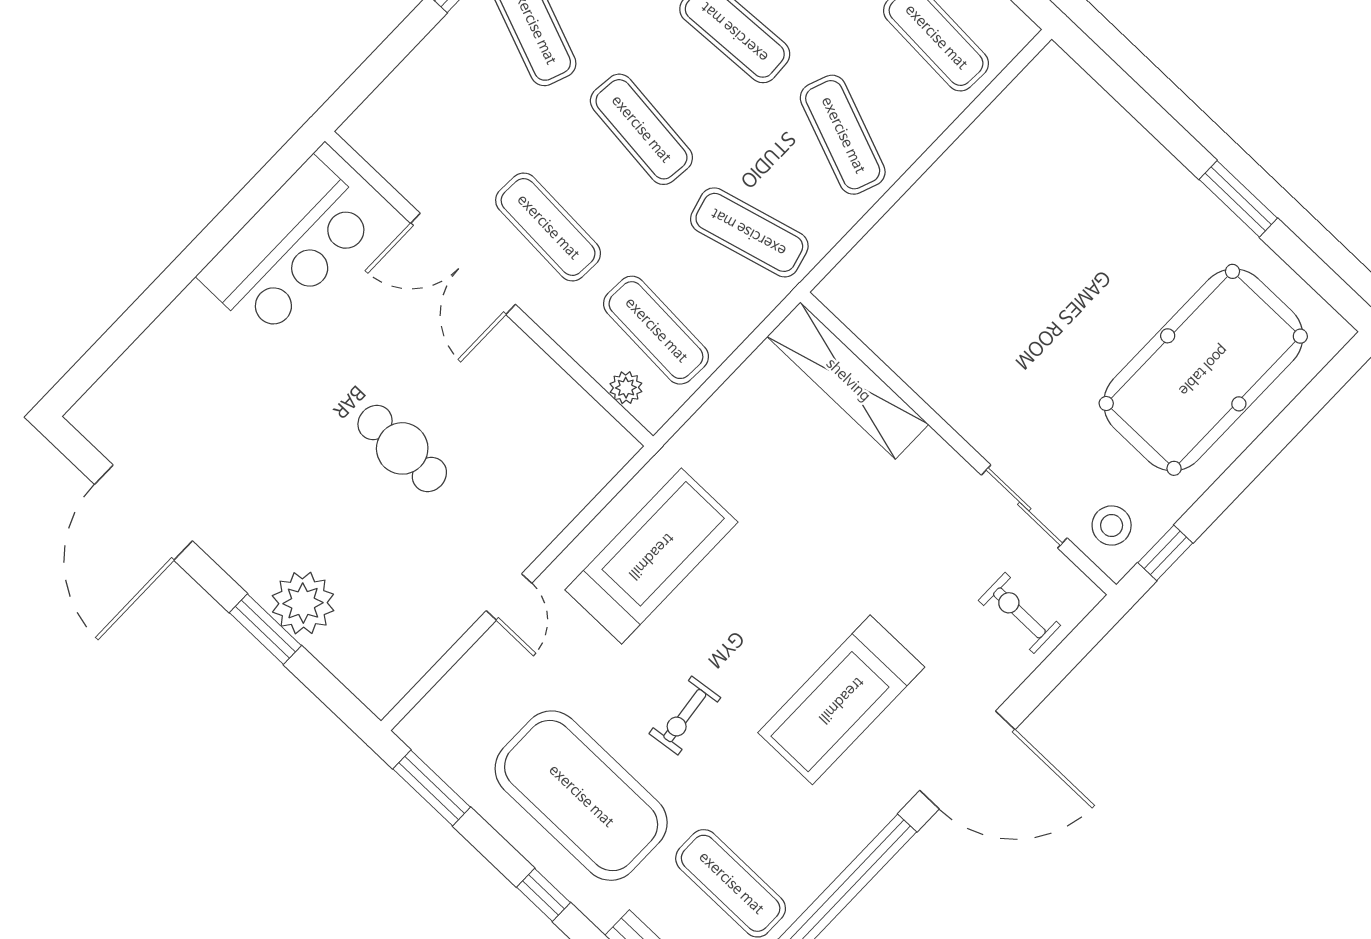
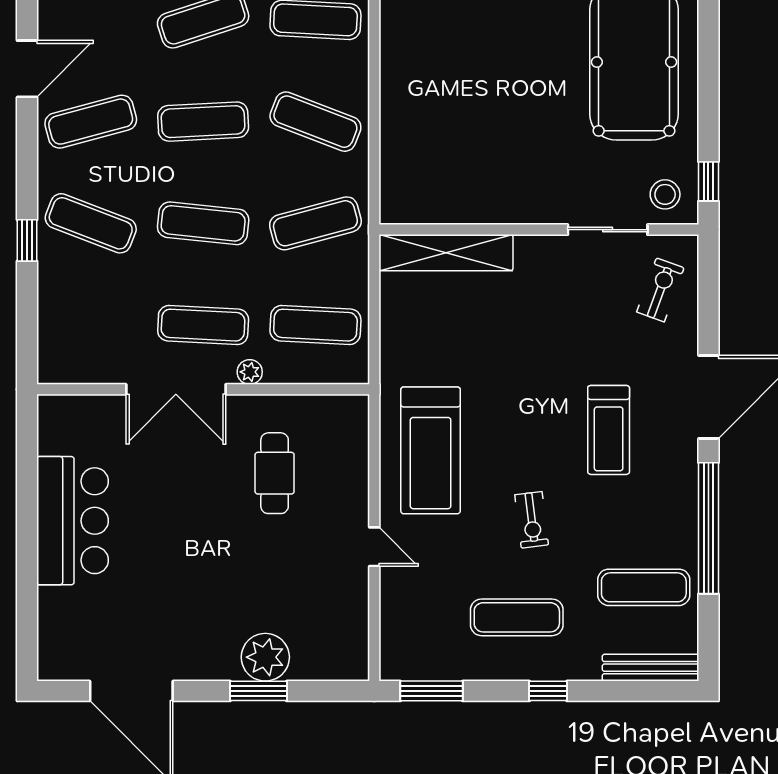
bar counter: (288, 248) -> (73, 521), moved
plant: (626, 388) -> (250, 372), moved
cafe table: (402, 448) -> (275, 473), moved, turned 90
treadmill: (651, 556) -> (431, 450), turned 180
exercise bike: (1019, 613) -> (660, 290), turned 110
treadmill: (841, 700) -> (609, 430), width x0.73, depth x0.73
exercise mat: (581, 796) -> (517, 617), width x0.50, depth x0.69

